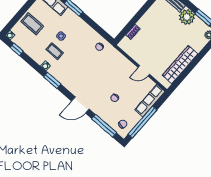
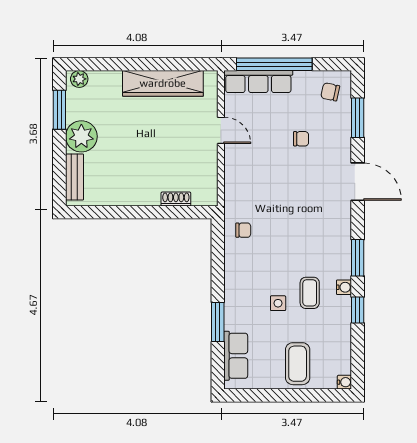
window: (17, 49) -> (358, 310), moved
window: (142, 122) -> (274, 64), moved
window: (104, 126) -> (358, 118), width x0.69

